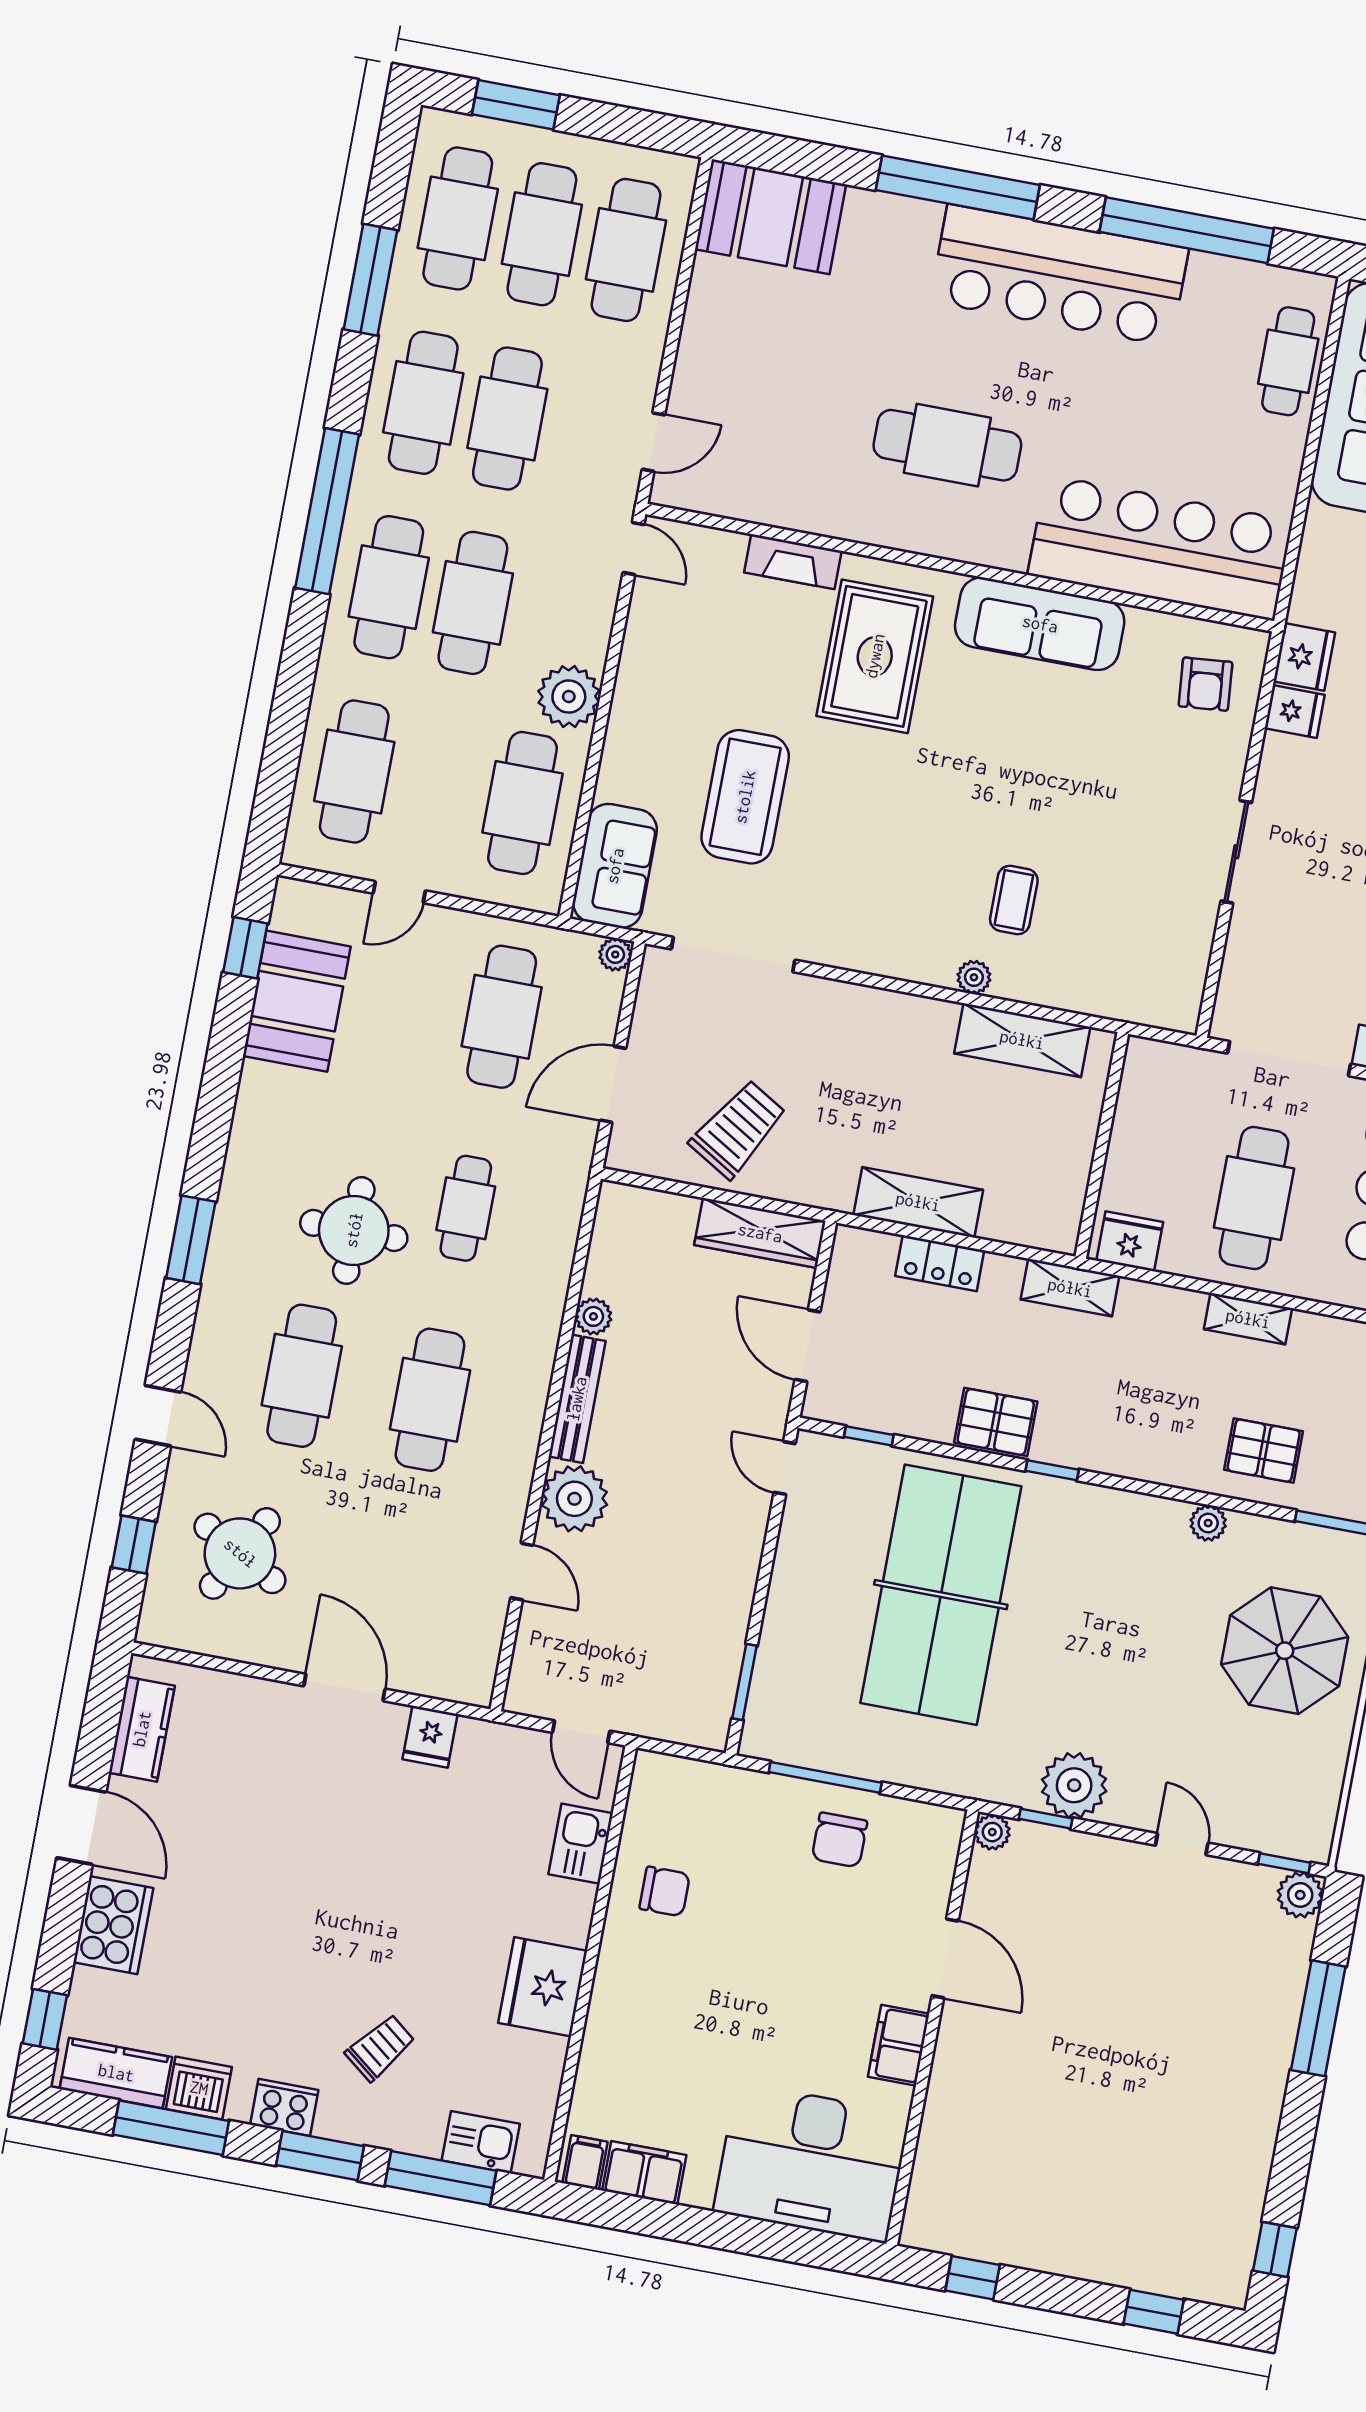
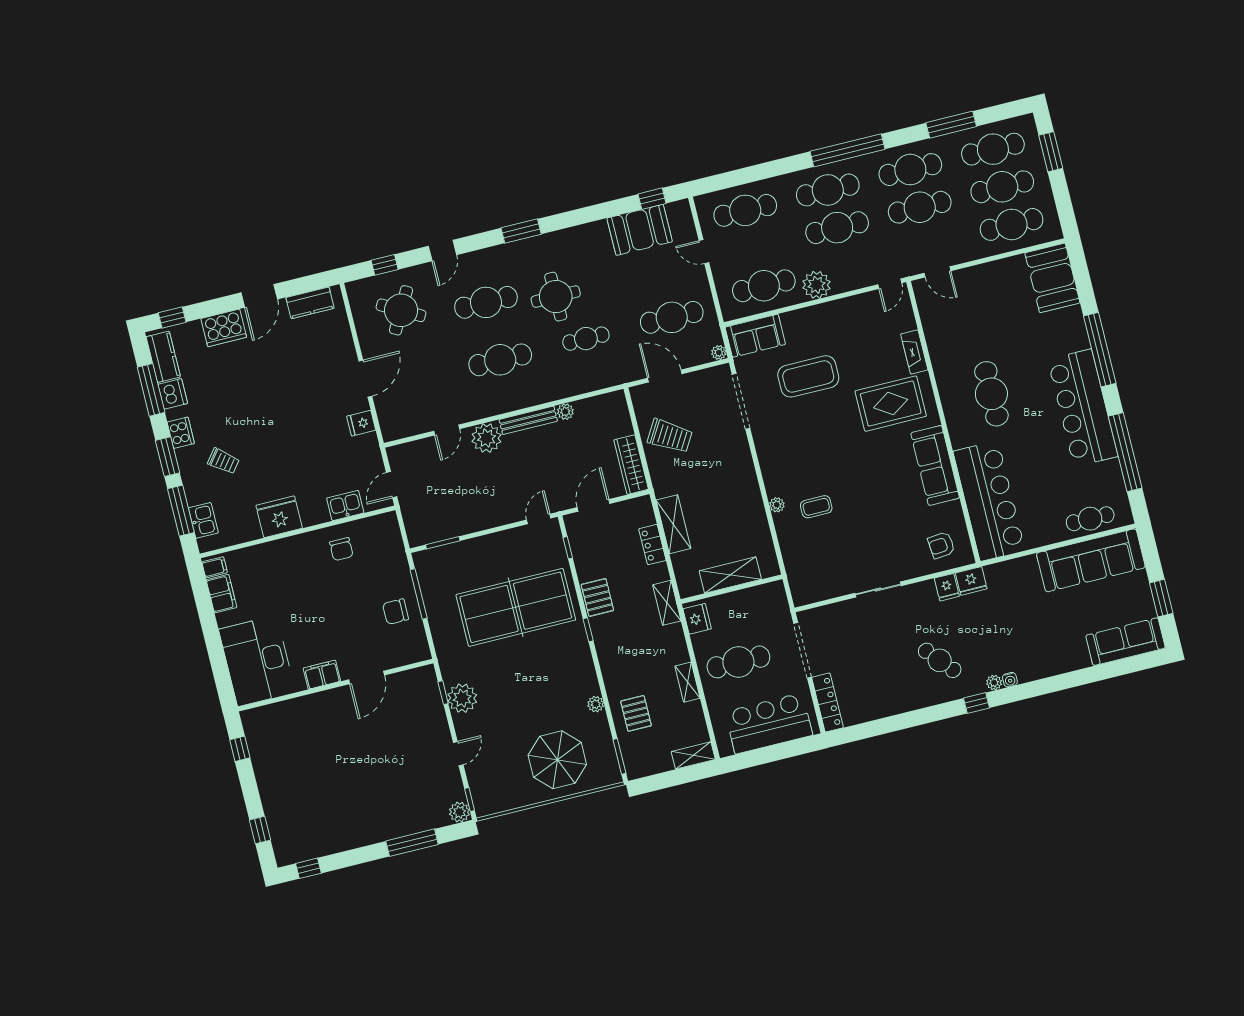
shelving: (1022, 1040) -> (730, 575), moved, turned 90
plant: (992, 1832) -> (427, 673), removed

